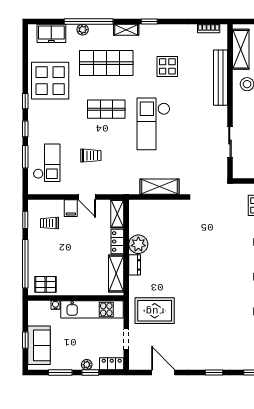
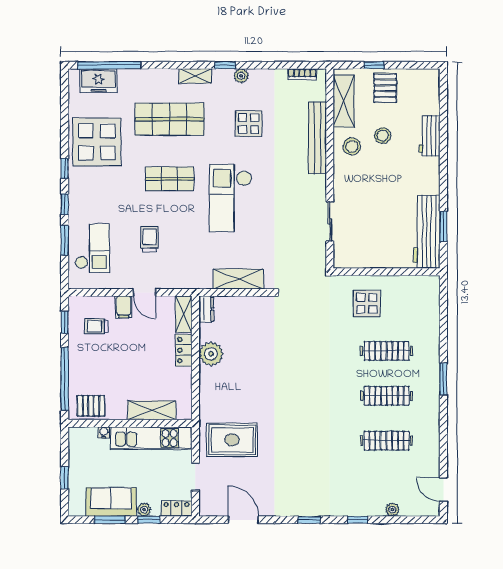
window: (89, 21) -> (109, 65), moved
plant: (83, 30) -> (241, 76), moved
trolley: (91, 156) -> (149, 239), turned -90
dresser: (135, 265) -> (206, 309), moved
shelving: (116, 274) -> (152, 410), moved, turned 90
sofa: (39, 345) -> (111, 502), moved, turned -90

